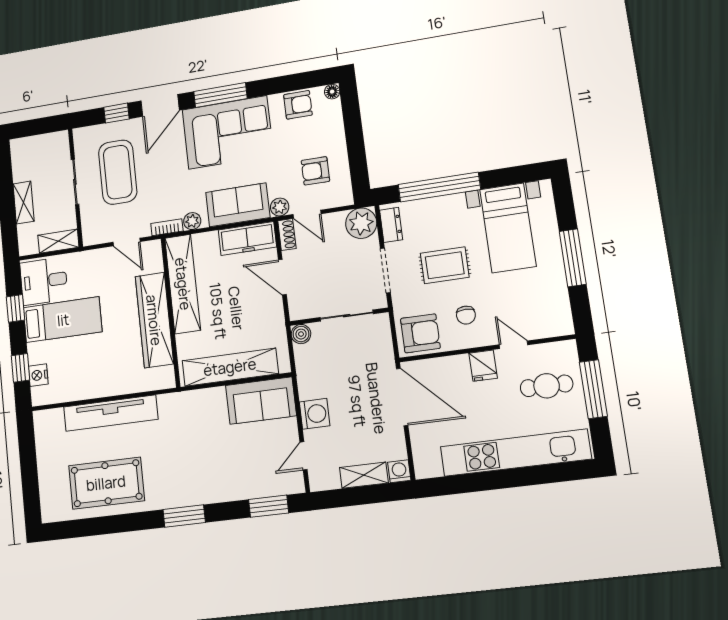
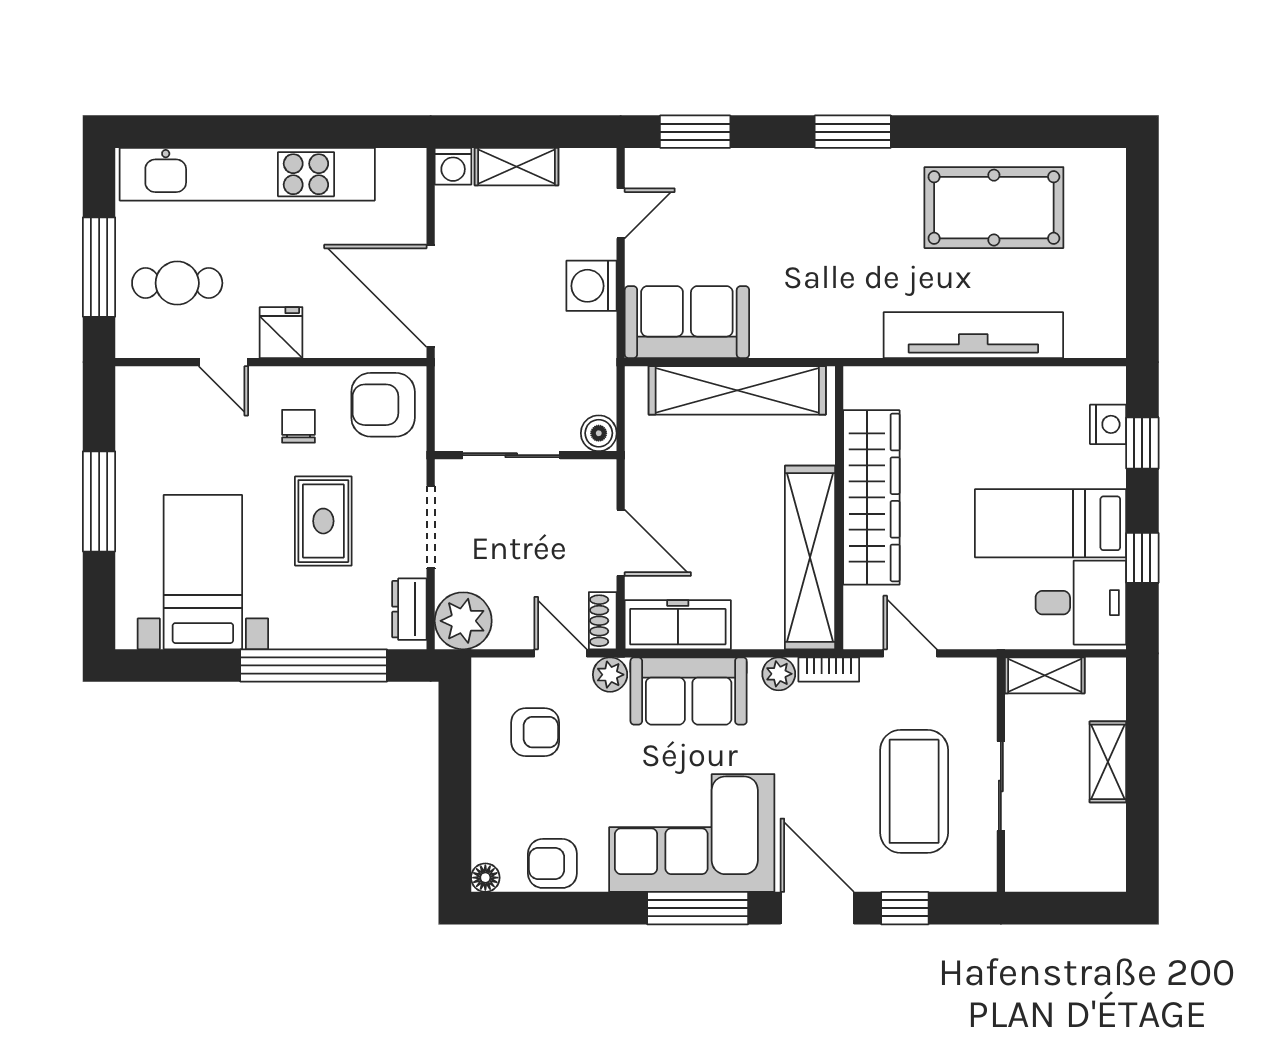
door: (160, 105) -> (817, 908), hinge flipped
rug: (445, 265) -> (323, 521), turned 90

